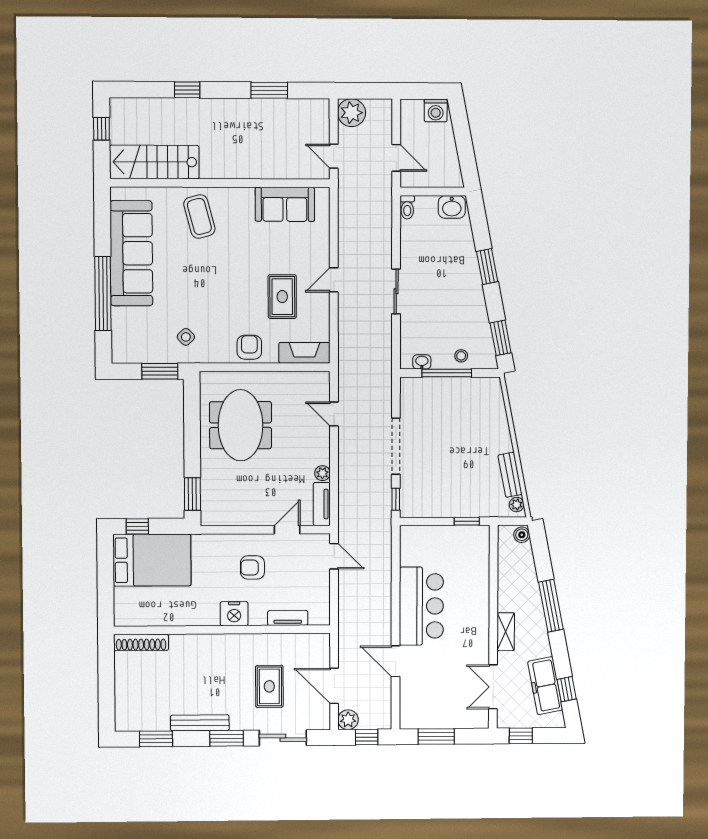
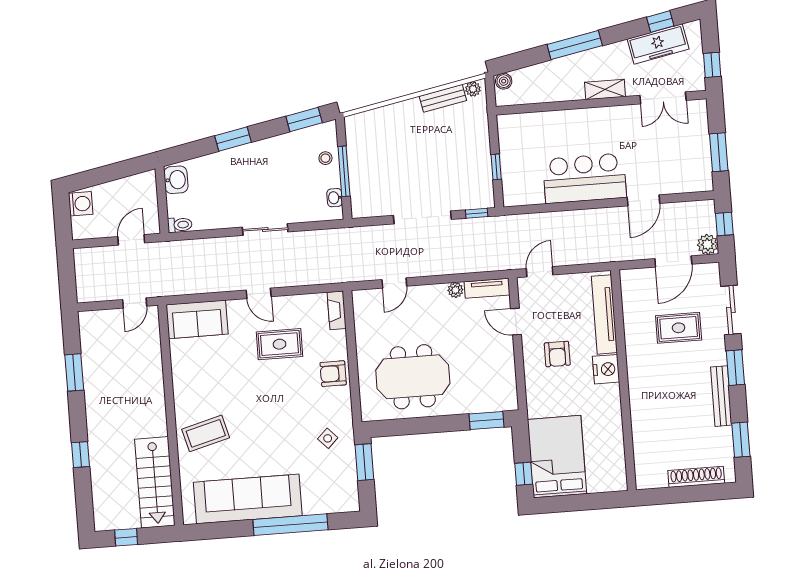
plant: (352, 113) -> (90, 288), removed
sofa: (285, 204) -> (197, 319), moved, turned 90
fireplace: (304, 353) -> (337, 310), width x0.73, depth x0.76
window: (467, 521) -> (496, 167), moved
tv unit: (288, 618) -> (604, 314), width x1.92, depth x1.29
shoe rack: (141, 642) -> (696, 477), moved, turned -90

